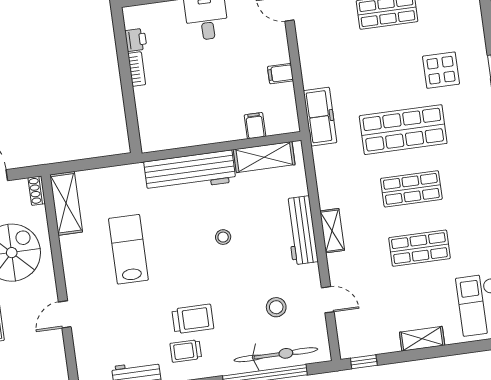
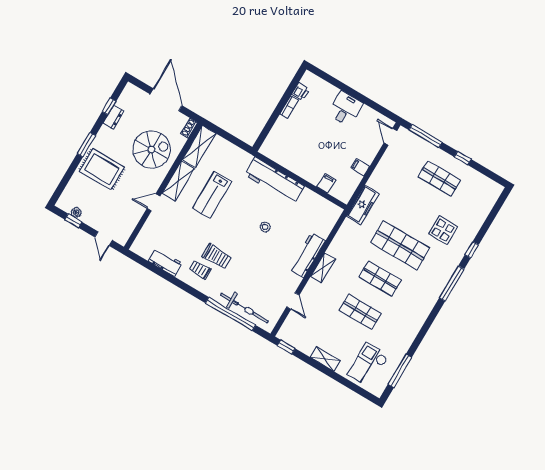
shelving: (264, 157) -> (178, 181), moved, turned 90
lab bench: (128, 249) -> (212, 195), turned 180
stool: (276, 307) -> (264, 284), removed

